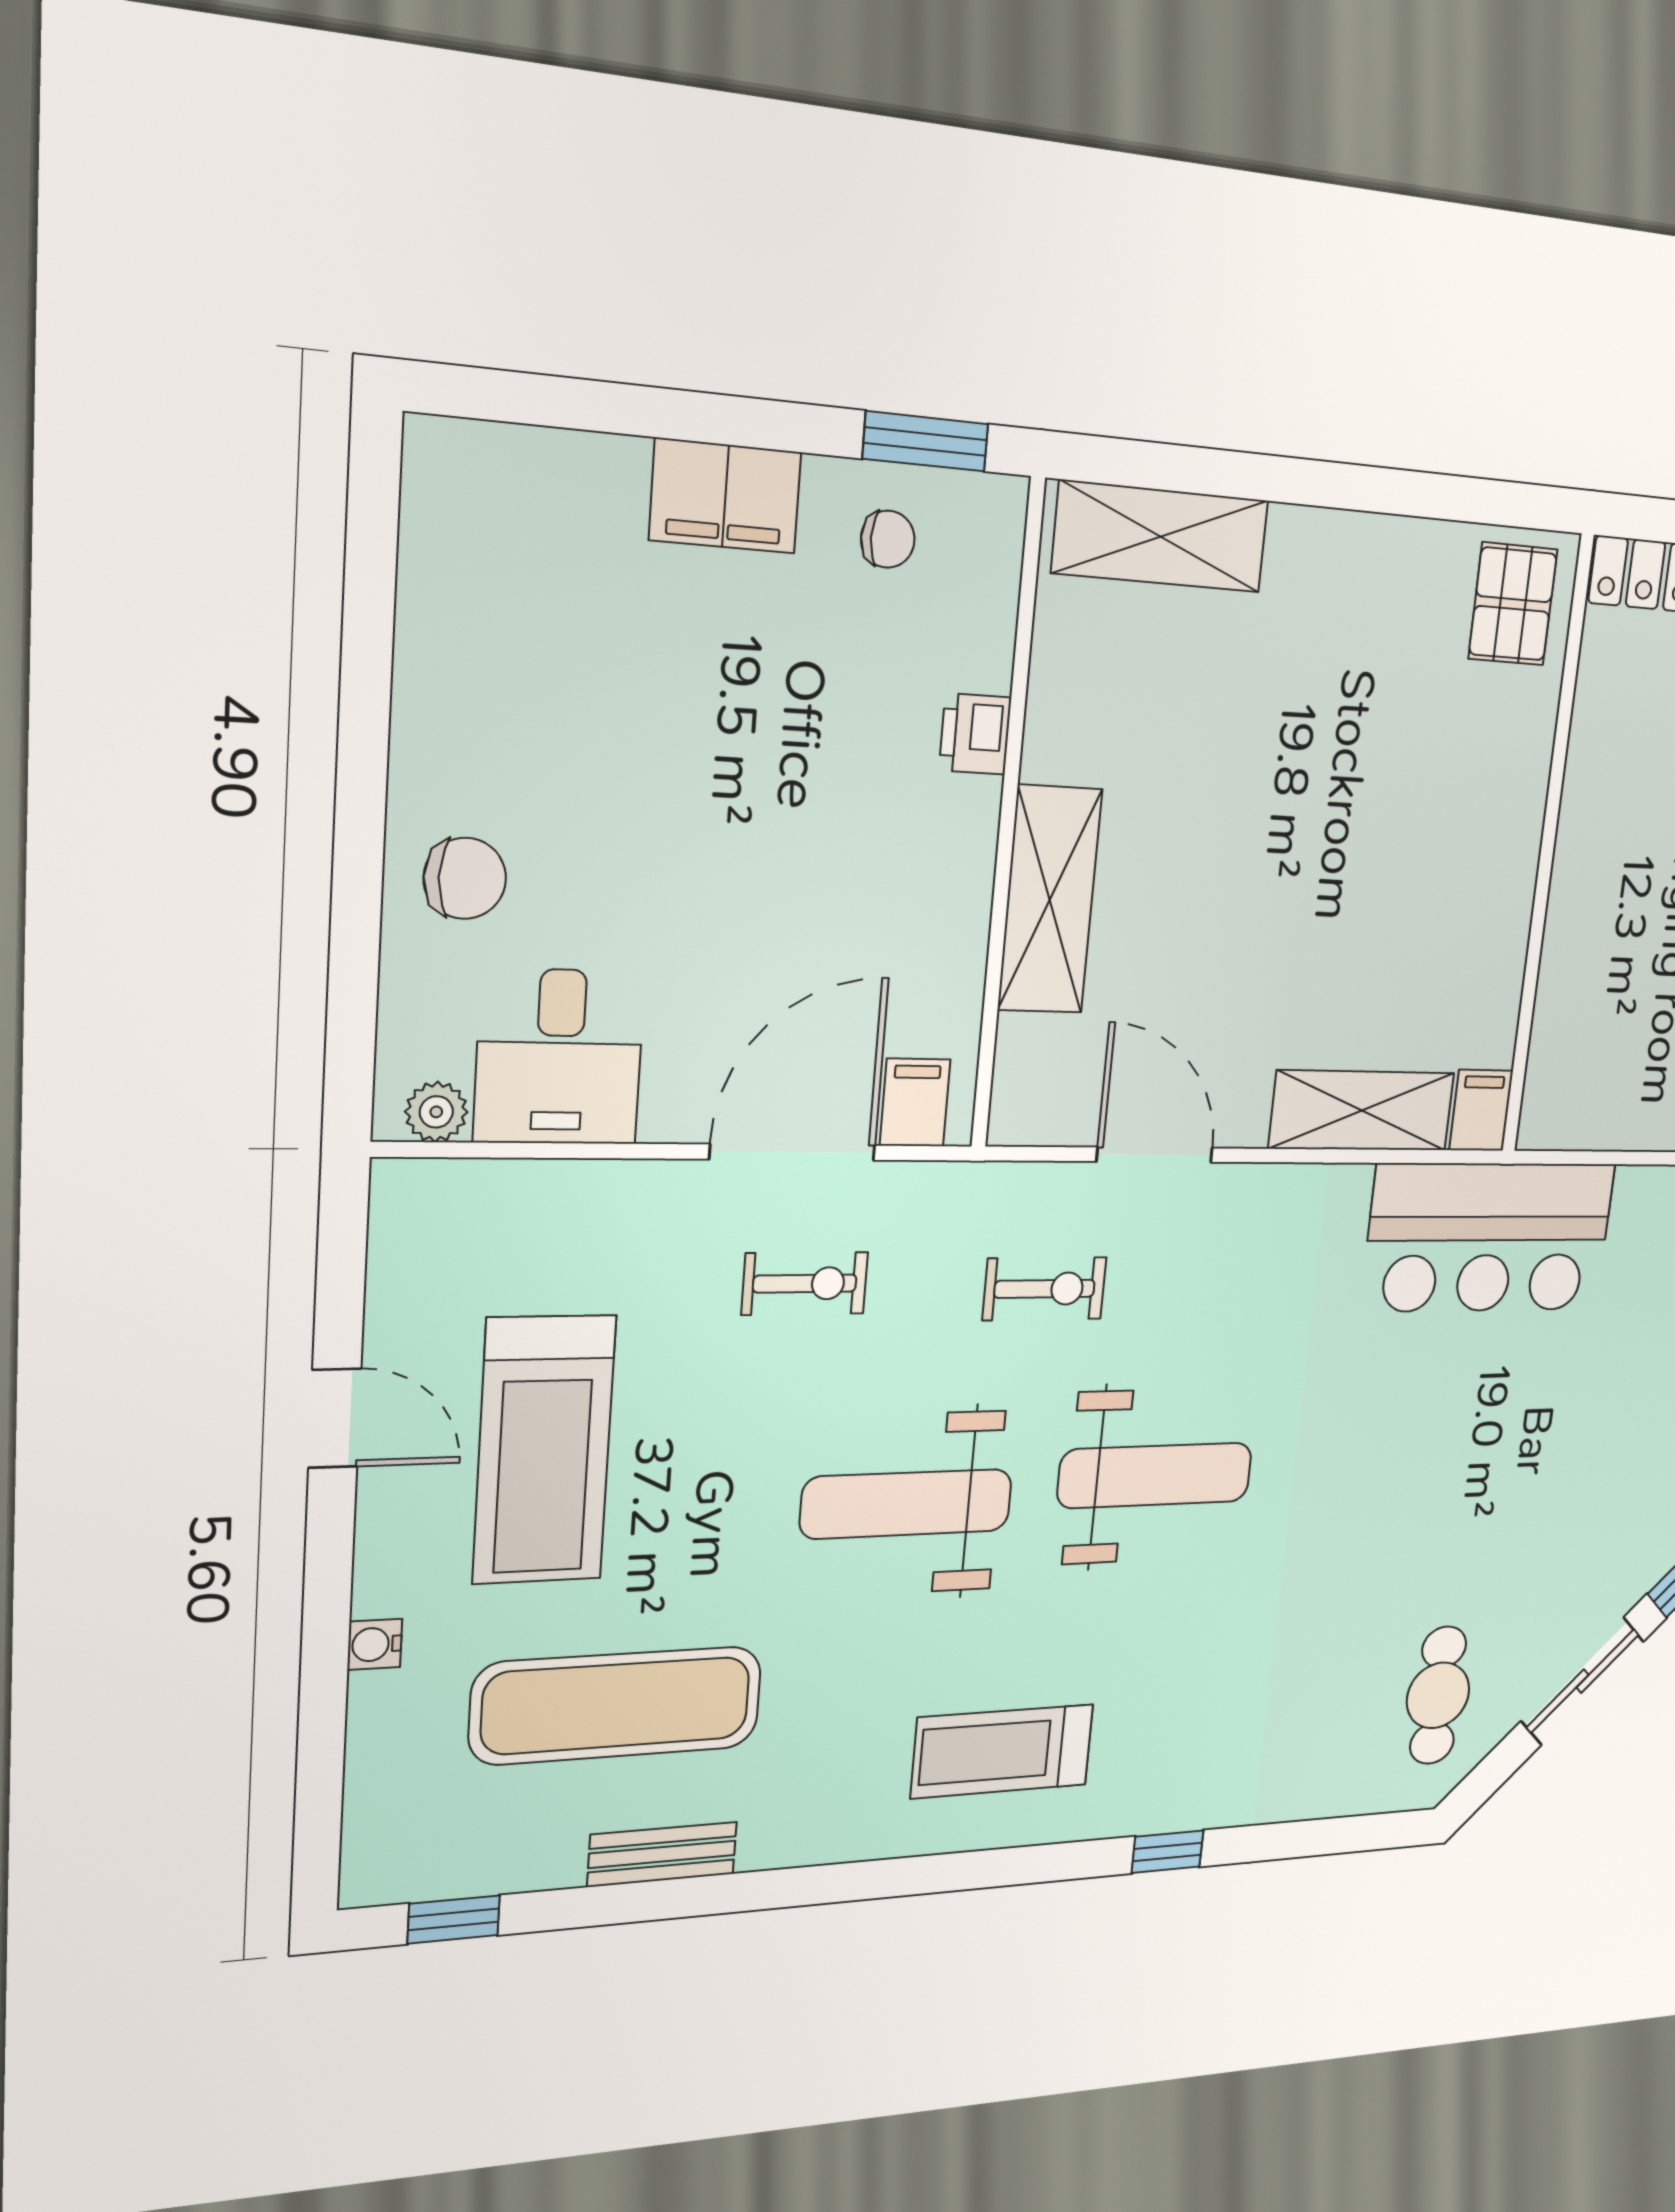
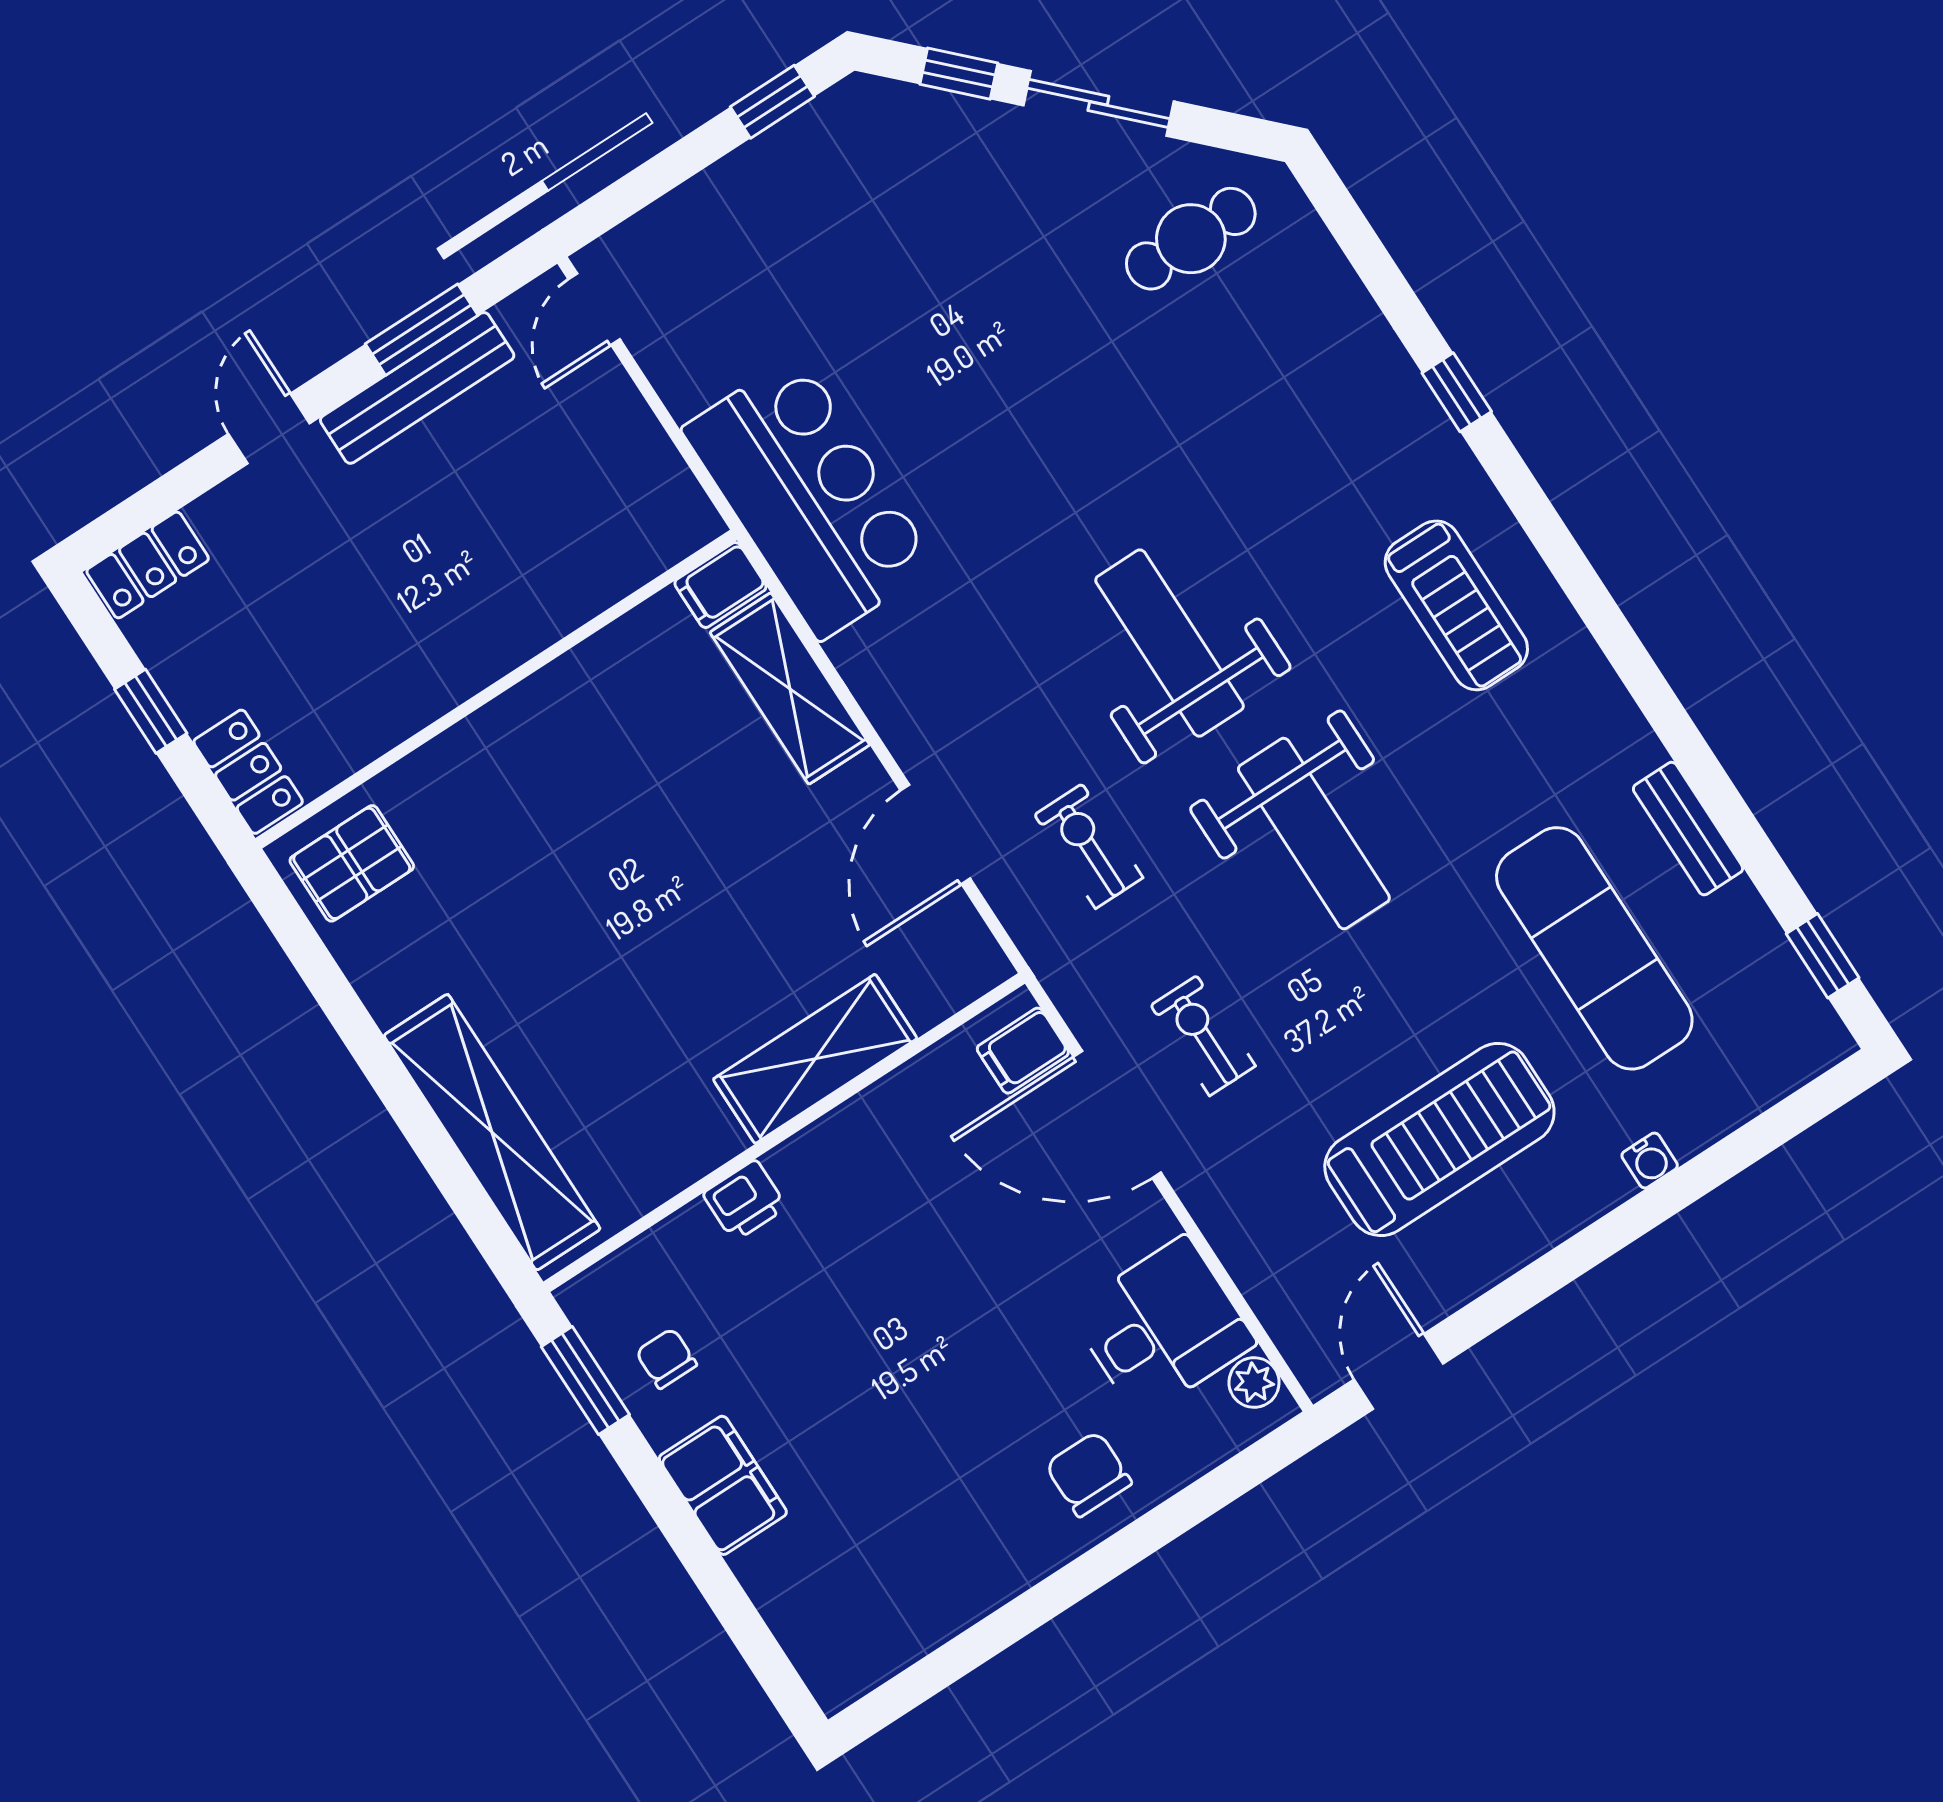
shelving: (1161, 537) -> (492, 1132), width x1.47
door: (335, 1418) -> (1399, 1371), moved

